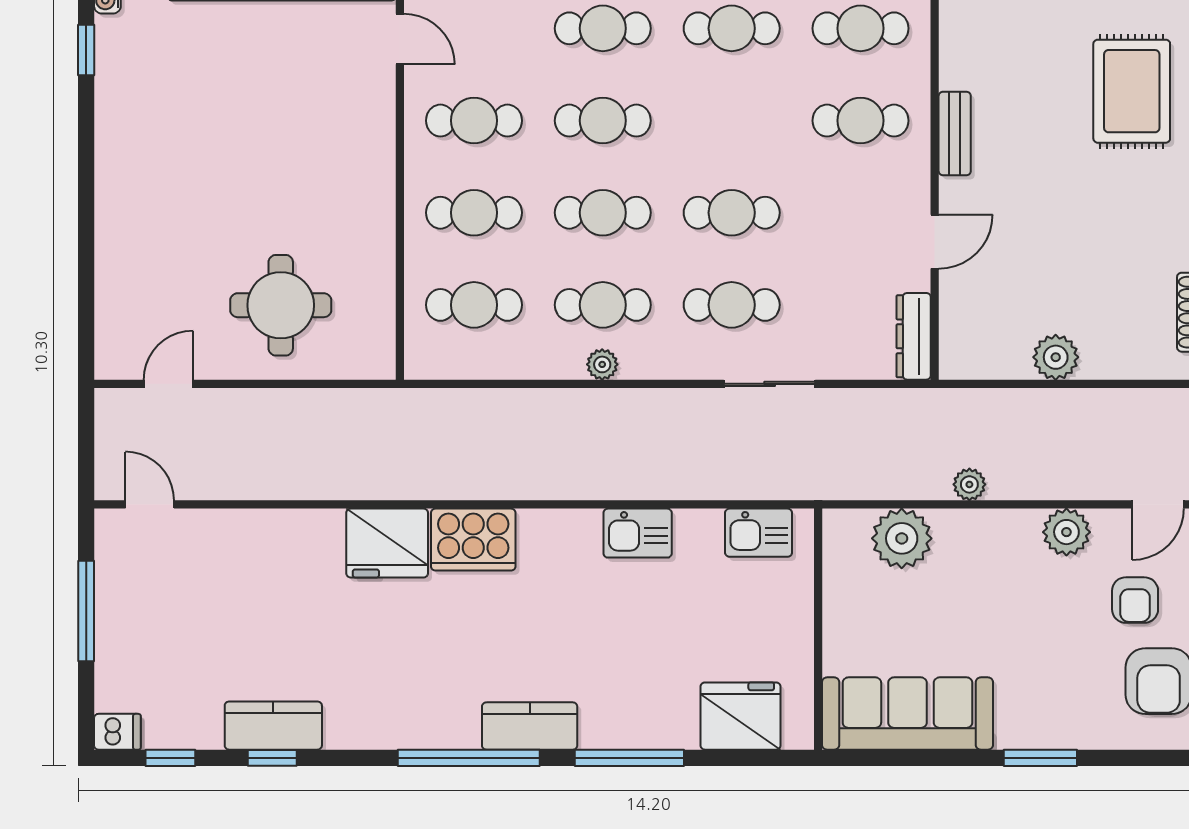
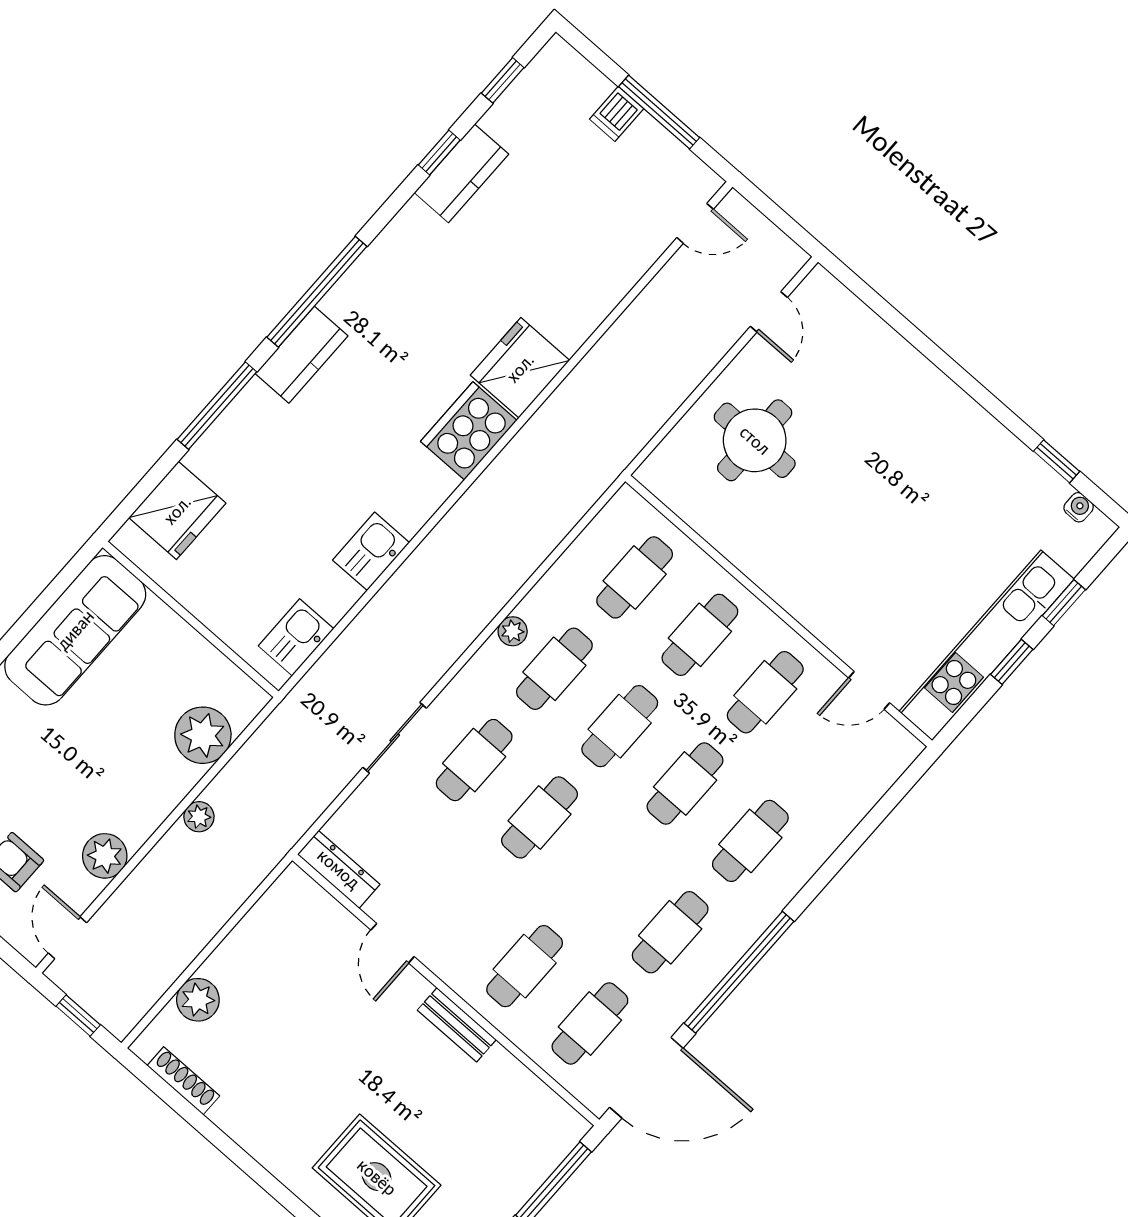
plant: (1056, 357) -> (198, 1000), moved
dishwasher: (117, 732) -> (617, 114), moved

